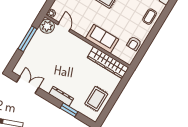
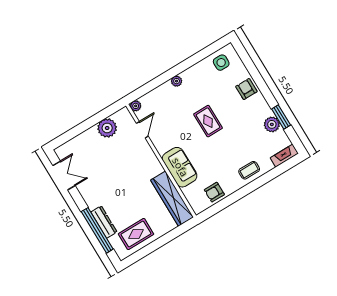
plant: (47, 26) -> (107, 128), moved
window: (28, 39) -> (92, 121), removed
dresser: (61, 96) -> (104, 222), moved
window: (69, 110) -> (97, 230), width x2.11

